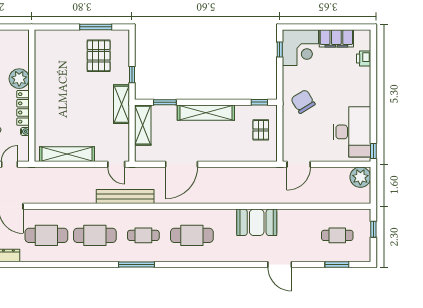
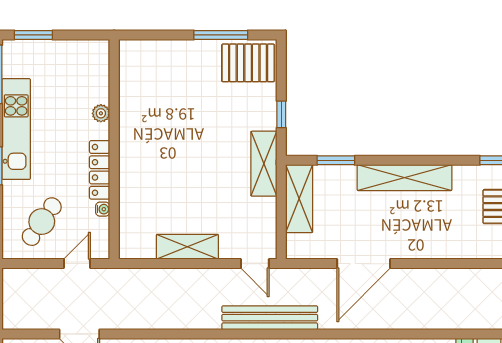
pallet: (99, 56) -> (248, 63), moved, turned 90
plant: (19, 79) -> (101, 113), width x0.53, depth x0.53
shelving: (67, 154) -> (187, 247), width x0.68

